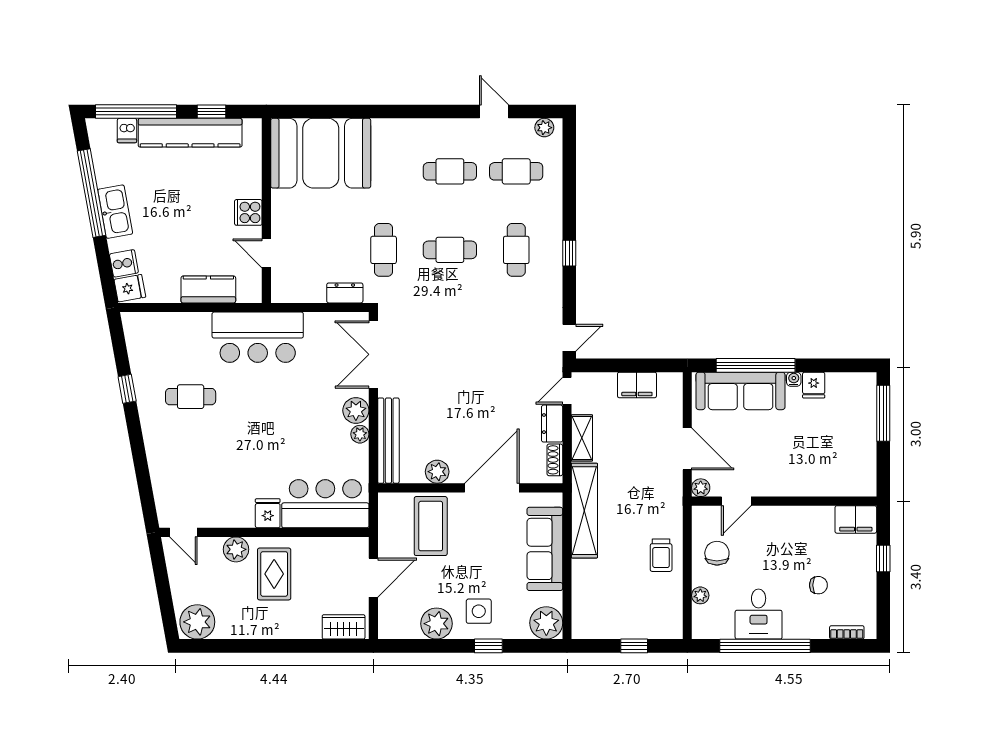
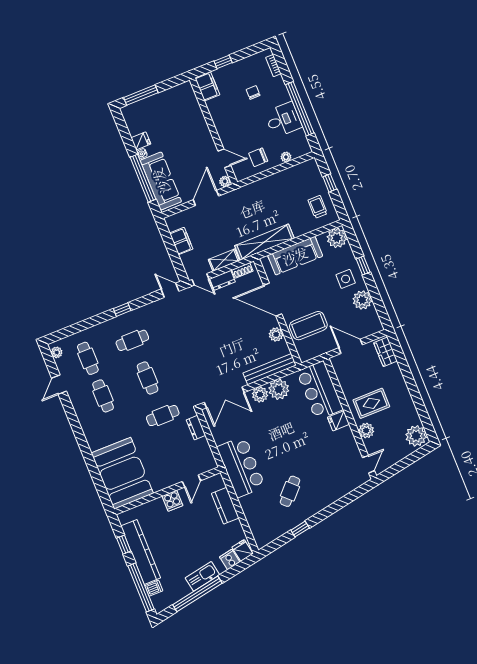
cafe table: (191, 397) -> (290, 491), turned 44
plant: (360, 434) -> (279, 389), width x1.87, depth x1.87
trolley: (661, 555) -> (318, 207), moved, turned -90

